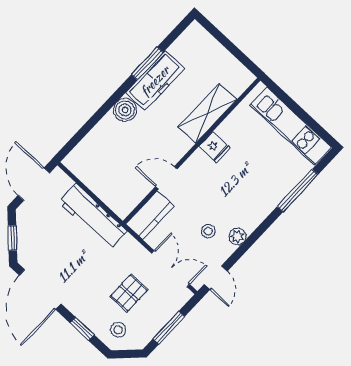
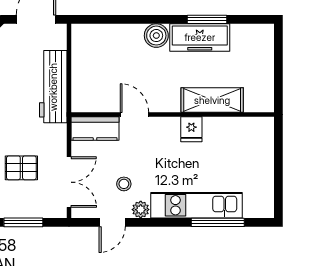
kitchen unit: (291, 126) -> (196, 205), moved, turned 90
door: (216, 278) -> (112, 222), moved

